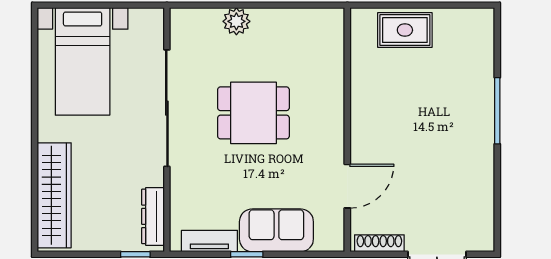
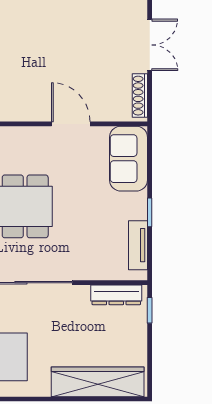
door: (347, 186) -> (71, 124), moved
sofa: (276, 230) -> (129, 159), moved

